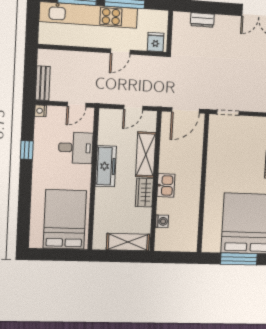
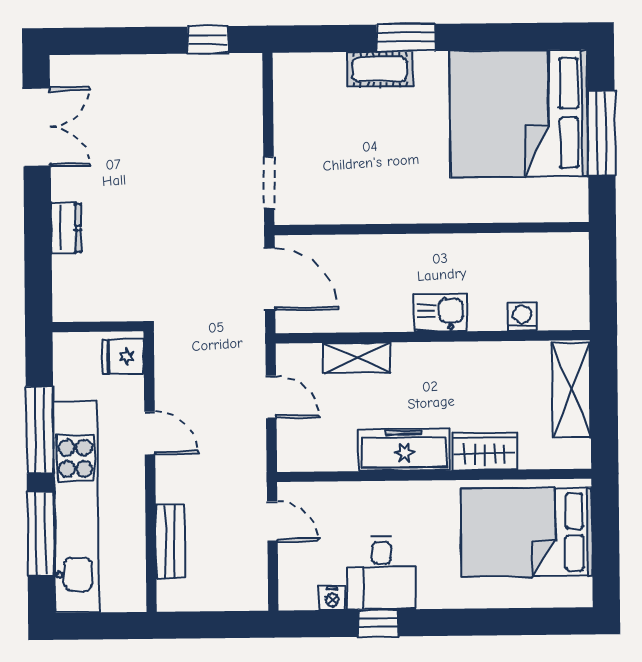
dresser: (202, 20) -> (66, 228), moved
bench: (43, 83) -> (170, 541), moved, turned 90
nightstand: (40, 111) -> (332, 598), moved
desk: (76, 148) -> (381, 573), moved, turned 180
shelving: (146, 155) -> (357, 358), width x0.67, depth x0.75
wardrobe: (144, 192) -> (485, 451), moved, turned 180

